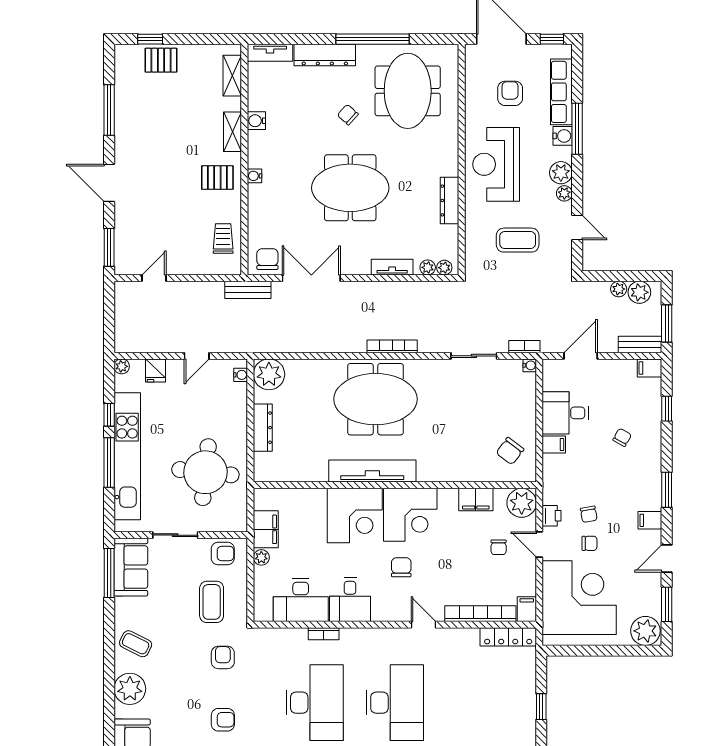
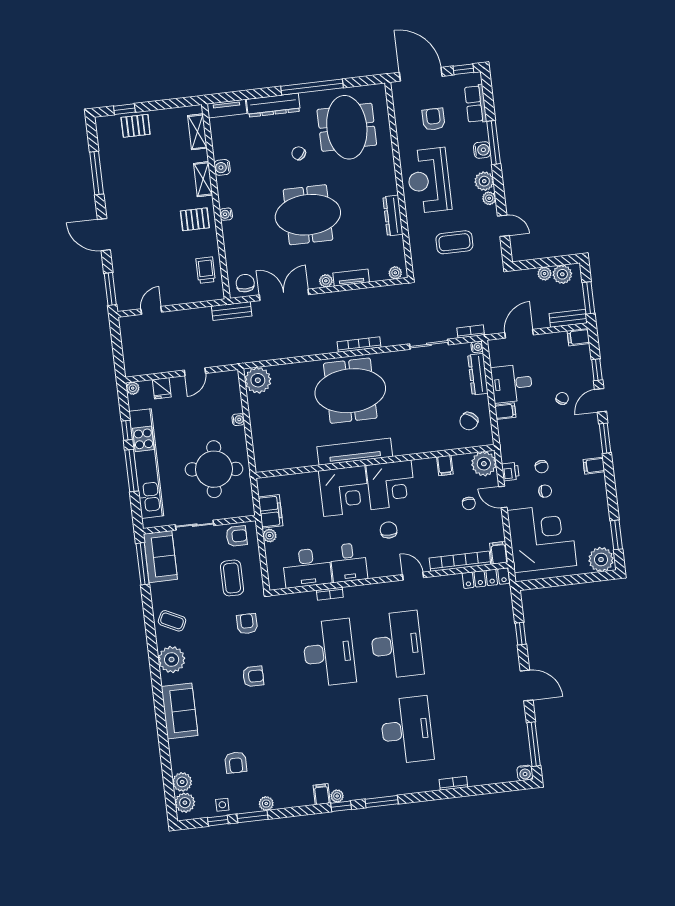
row of seats: (561, 92) -> (476, 104), width x0.68
plant: (428, 267) -> (326, 281), moved
water cooler: (241, 375) -> (238, 420), moved
dresser: (263, 428) -> (478, 374), moved, turned 180
filing cabinet: (476, 500) -> (445, 465), width x0.50
door: (667, 558) -> (601, 400), moved

